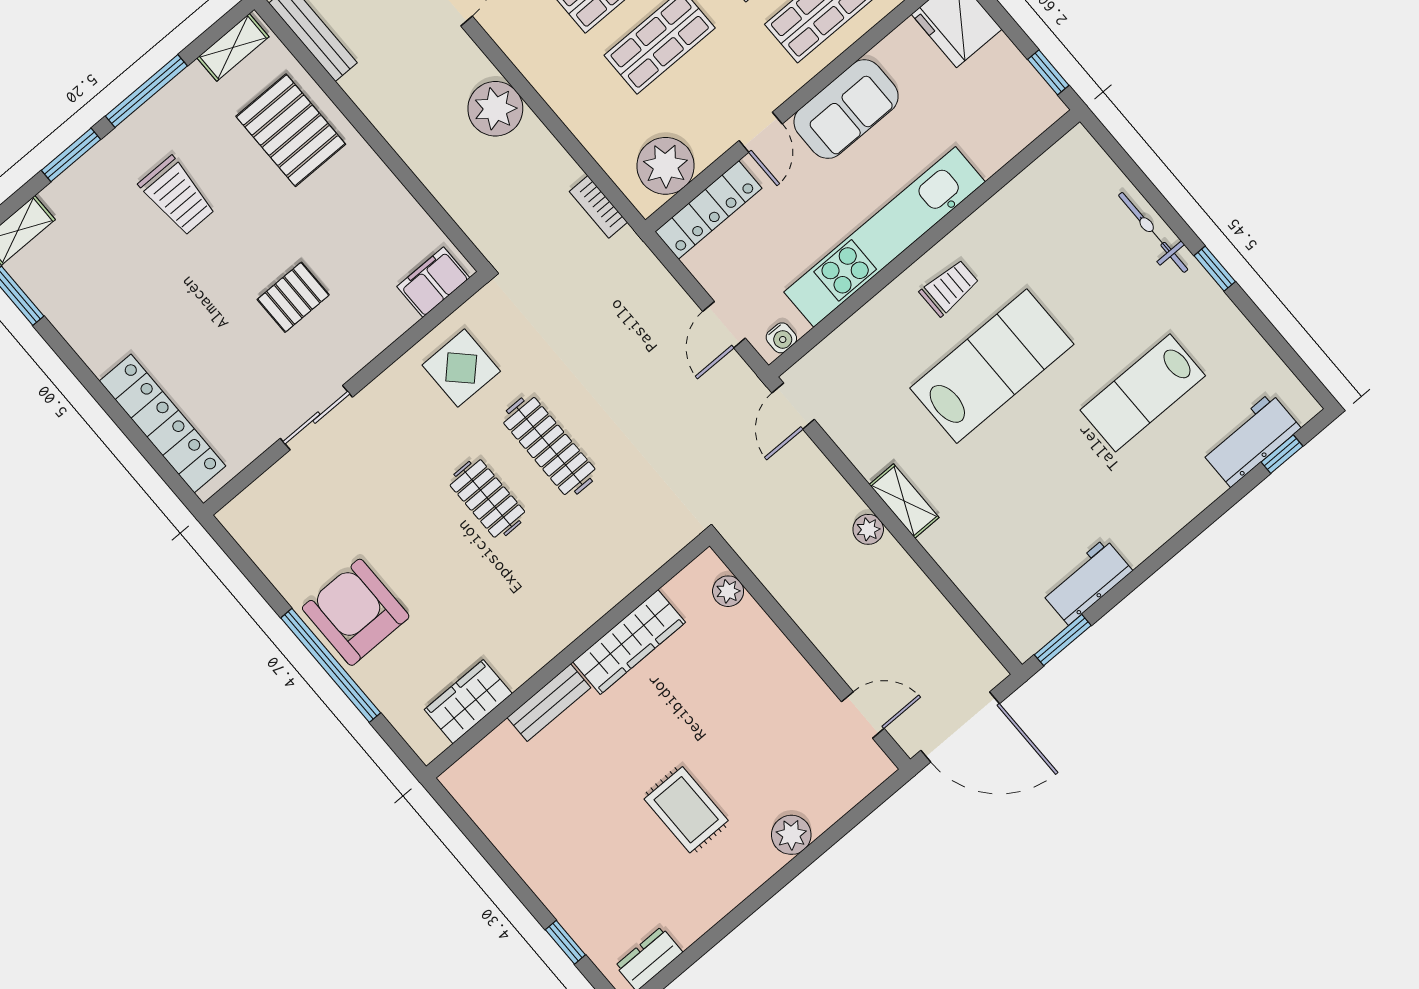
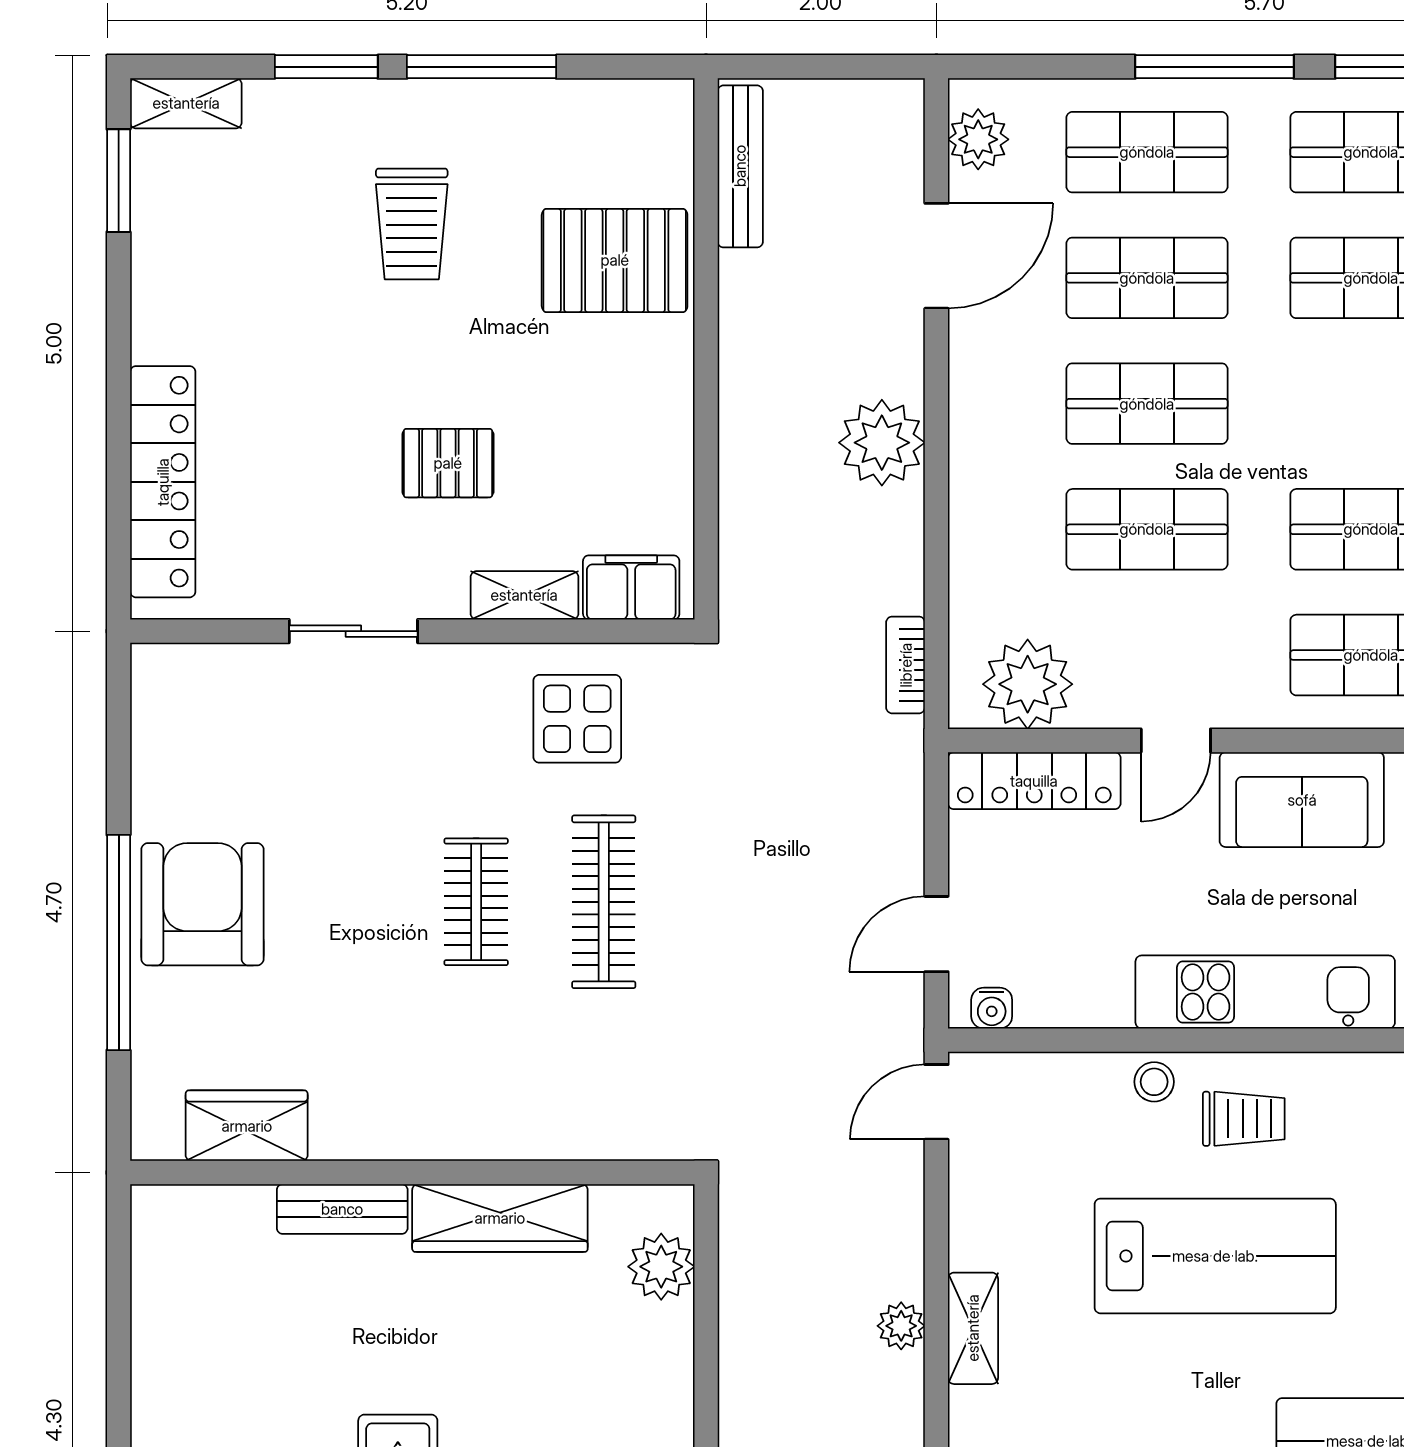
shelving: (233, 47) -> (524, 595), moved
pallet: (291, 130) -> (615, 260), turned 90
kitchen unit: (885, 237) -> (1265, 992), width x0.73
stool: (891, 307) -> (1154, 1082), added
plant: (728, 591) -> (661, 1267), width x1.38, depth x1.38

